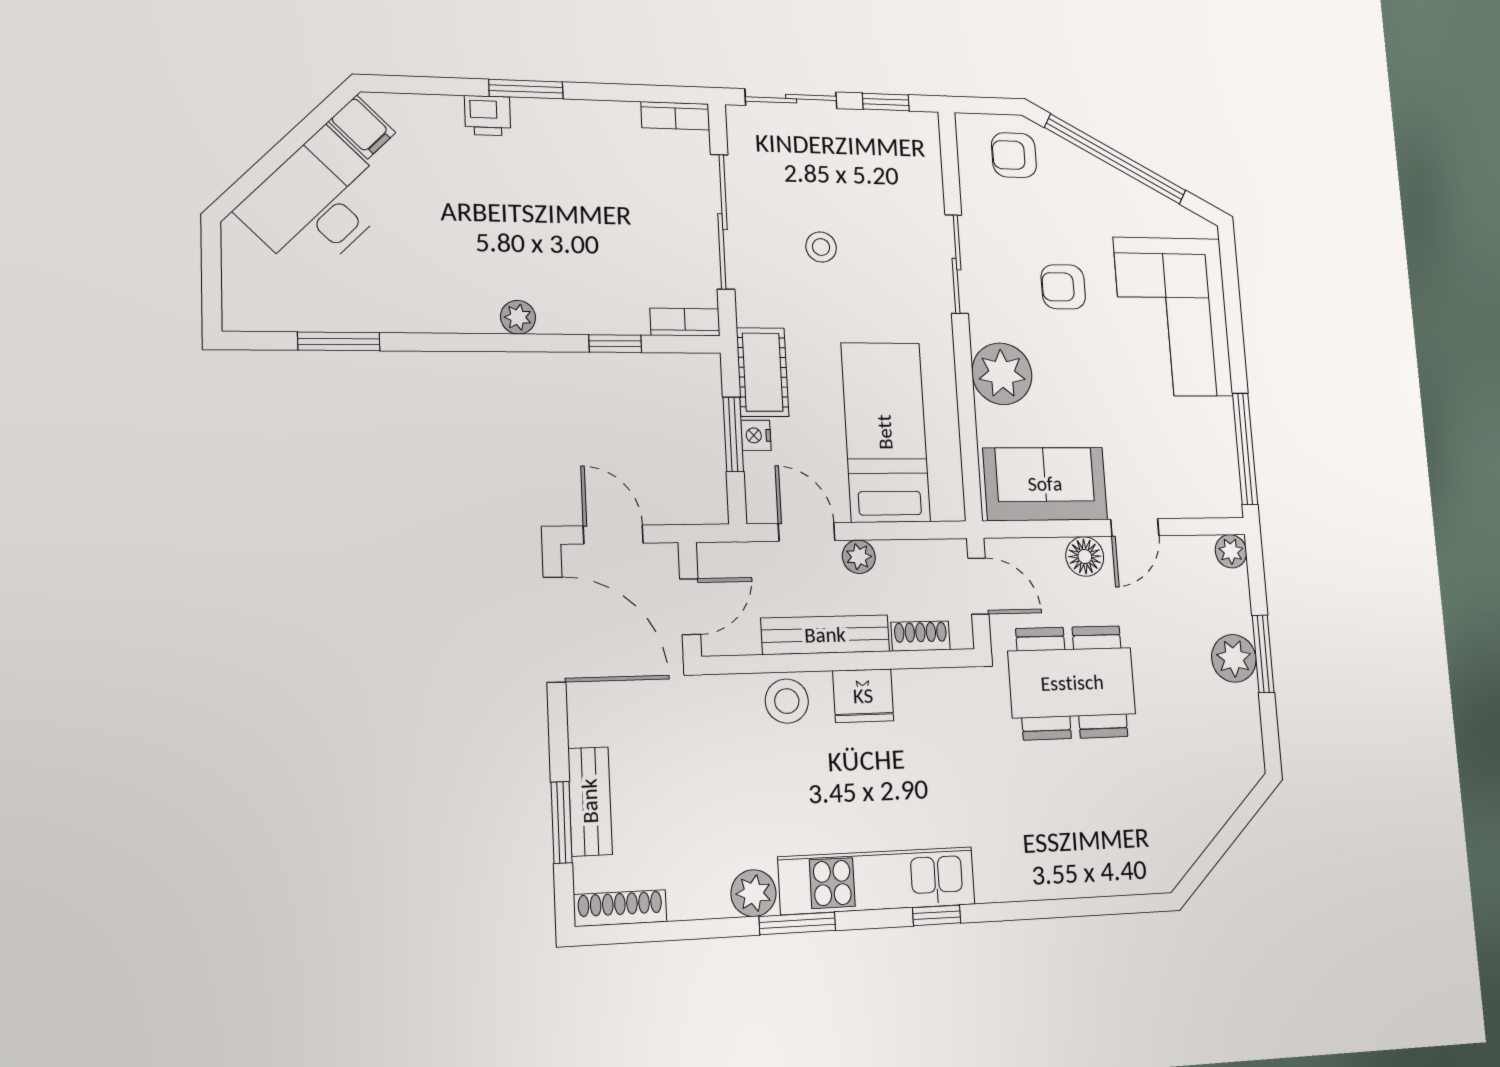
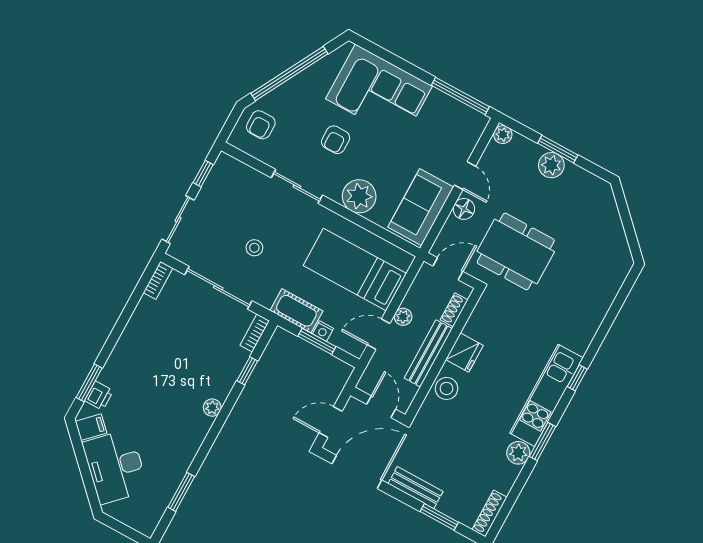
window: (526, 89) -> (89, 383), moved
printer: (488, 116) -> (99, 396), moved
dining table: (1072, 683) -> (516, 251), turned 90
bench: (590, 801) -> (415, 488), moved

